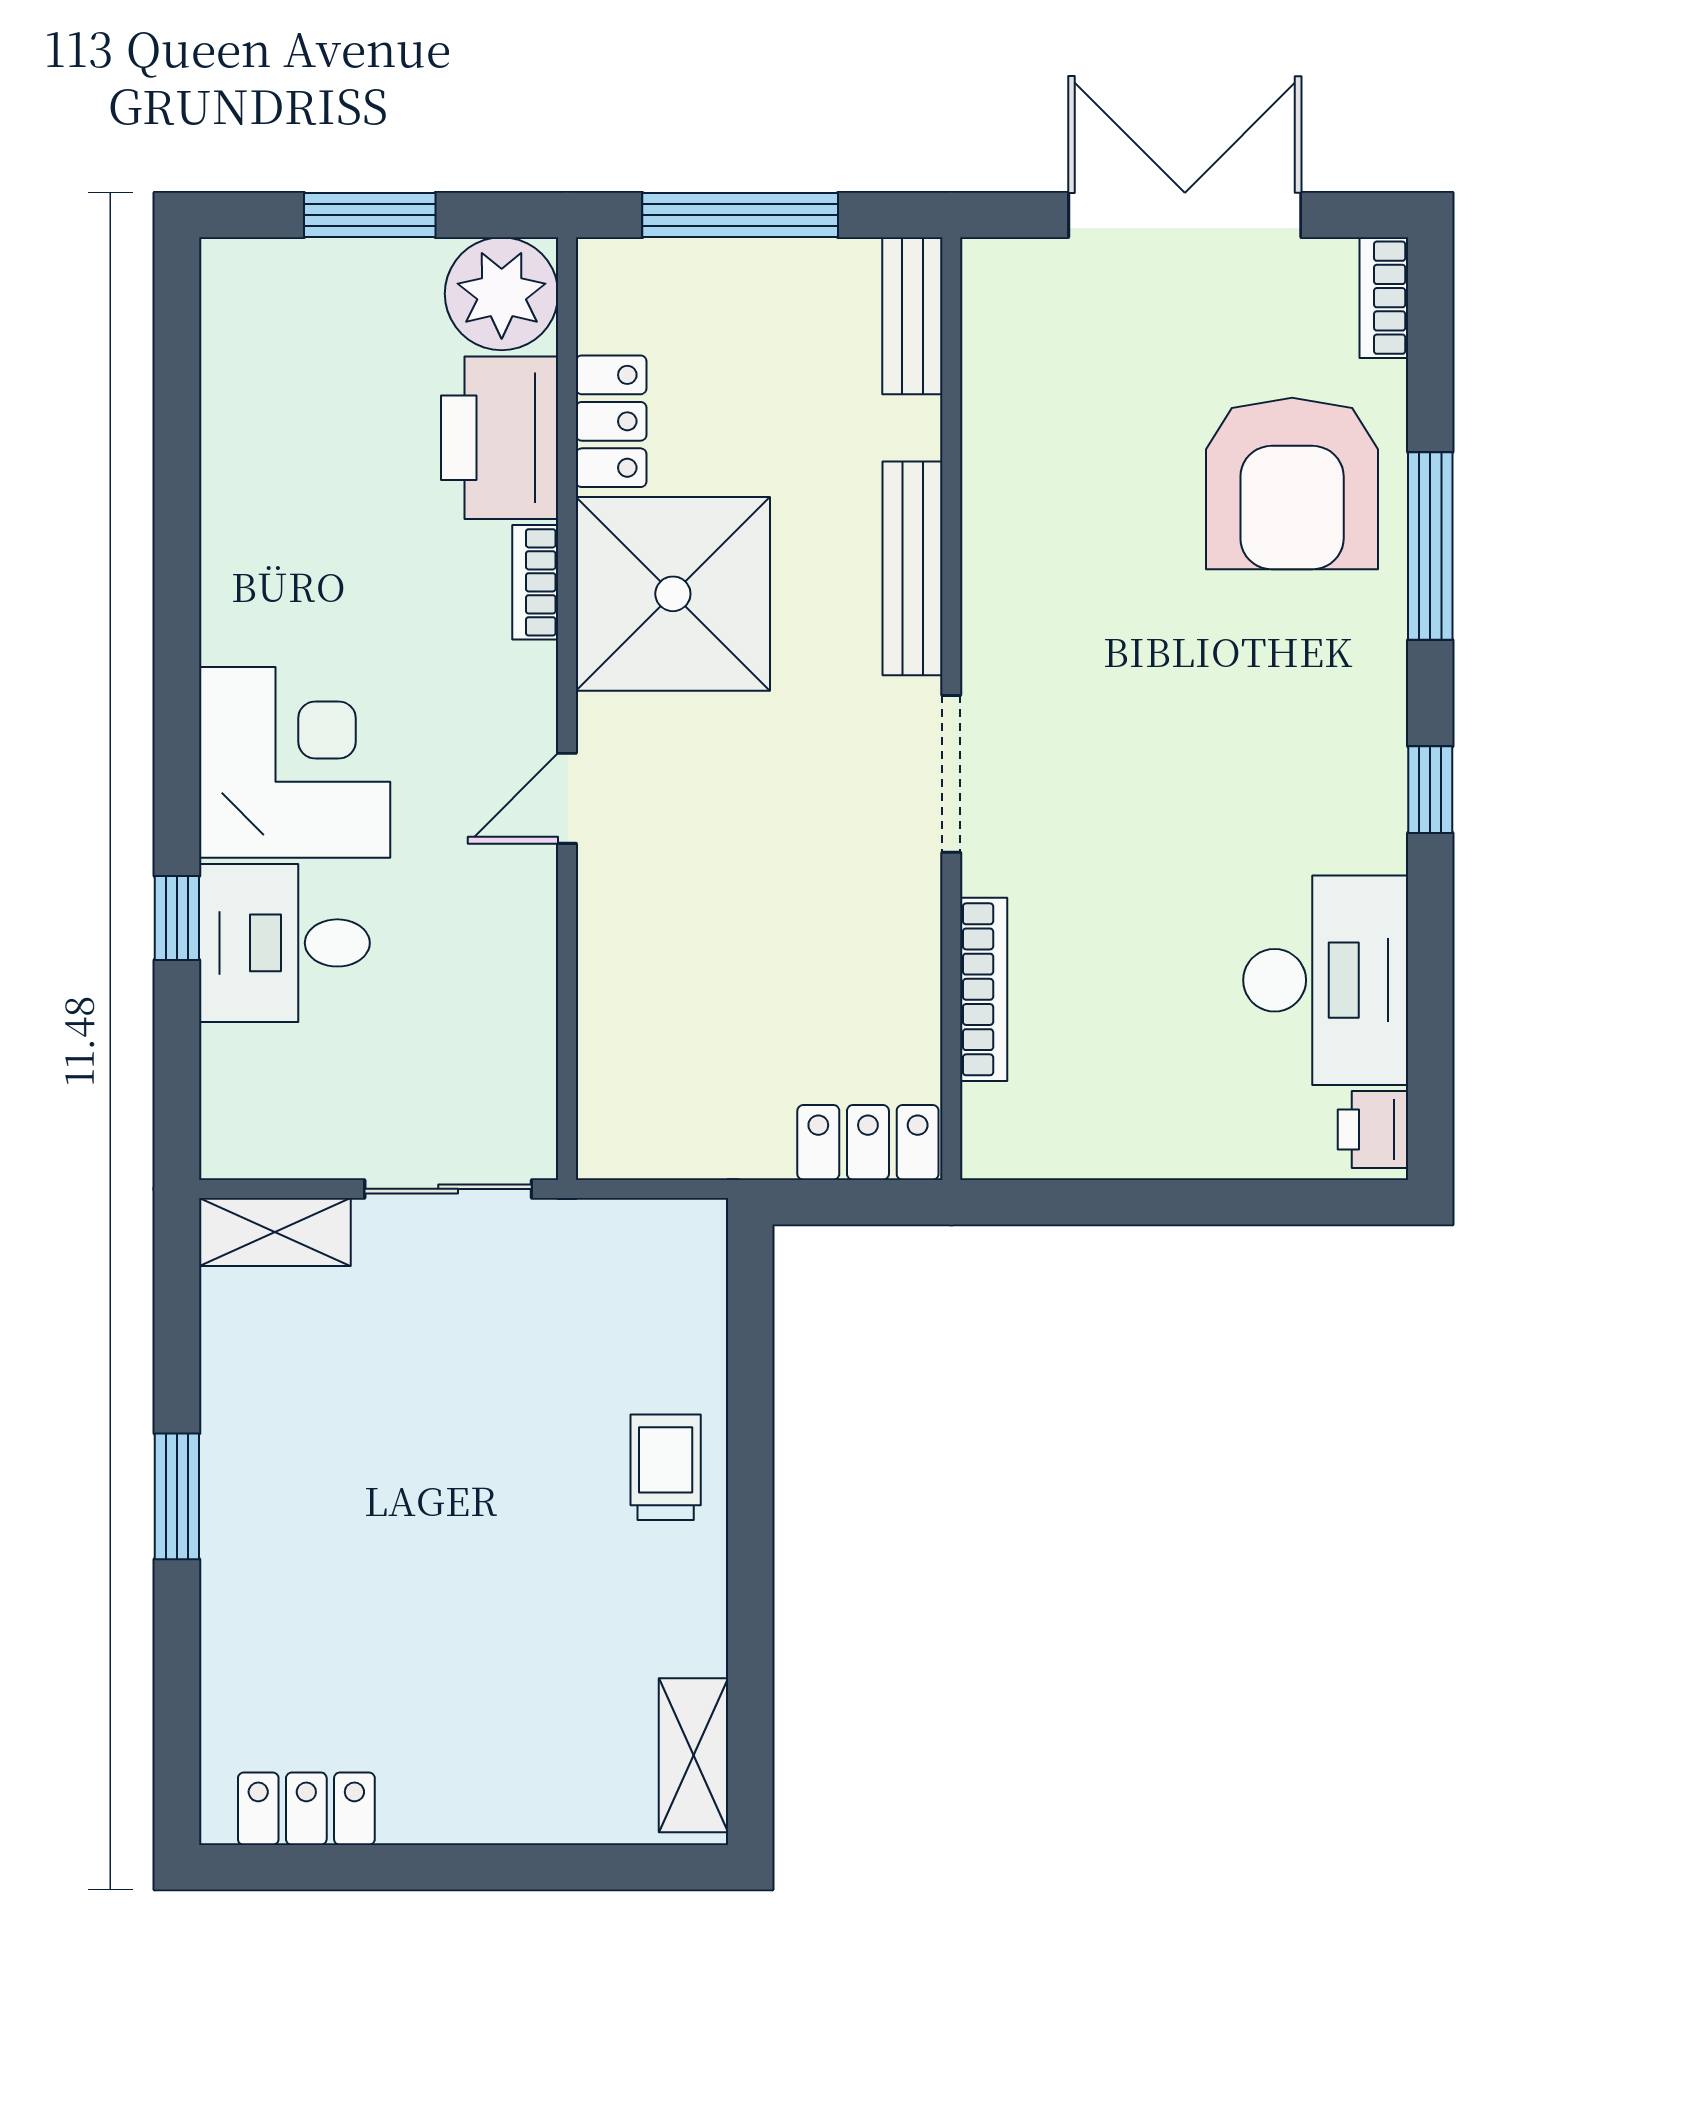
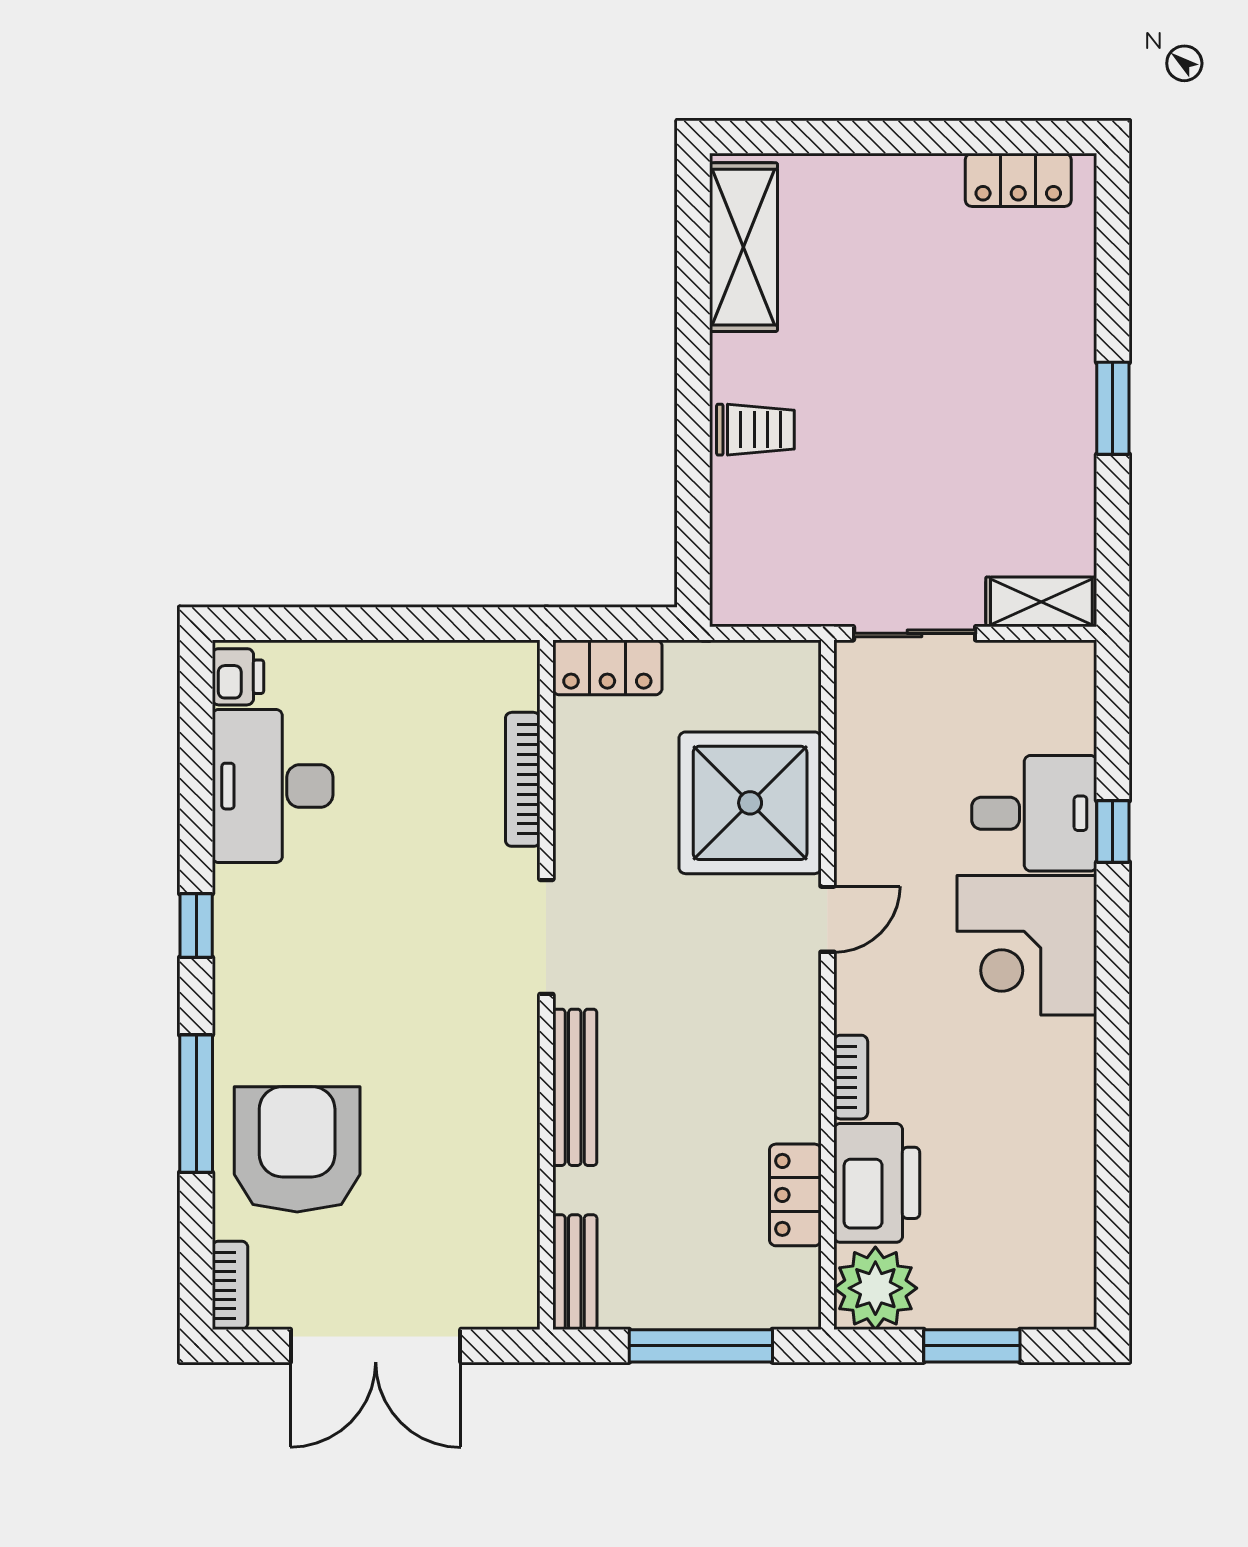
shower: (673, 594) -> (750, 803), moved
trolley: (666, 1467) -> (755, 430), turned -90
shelving: (693, 1755) -> (743, 247), width x1.50, depth x1.33

